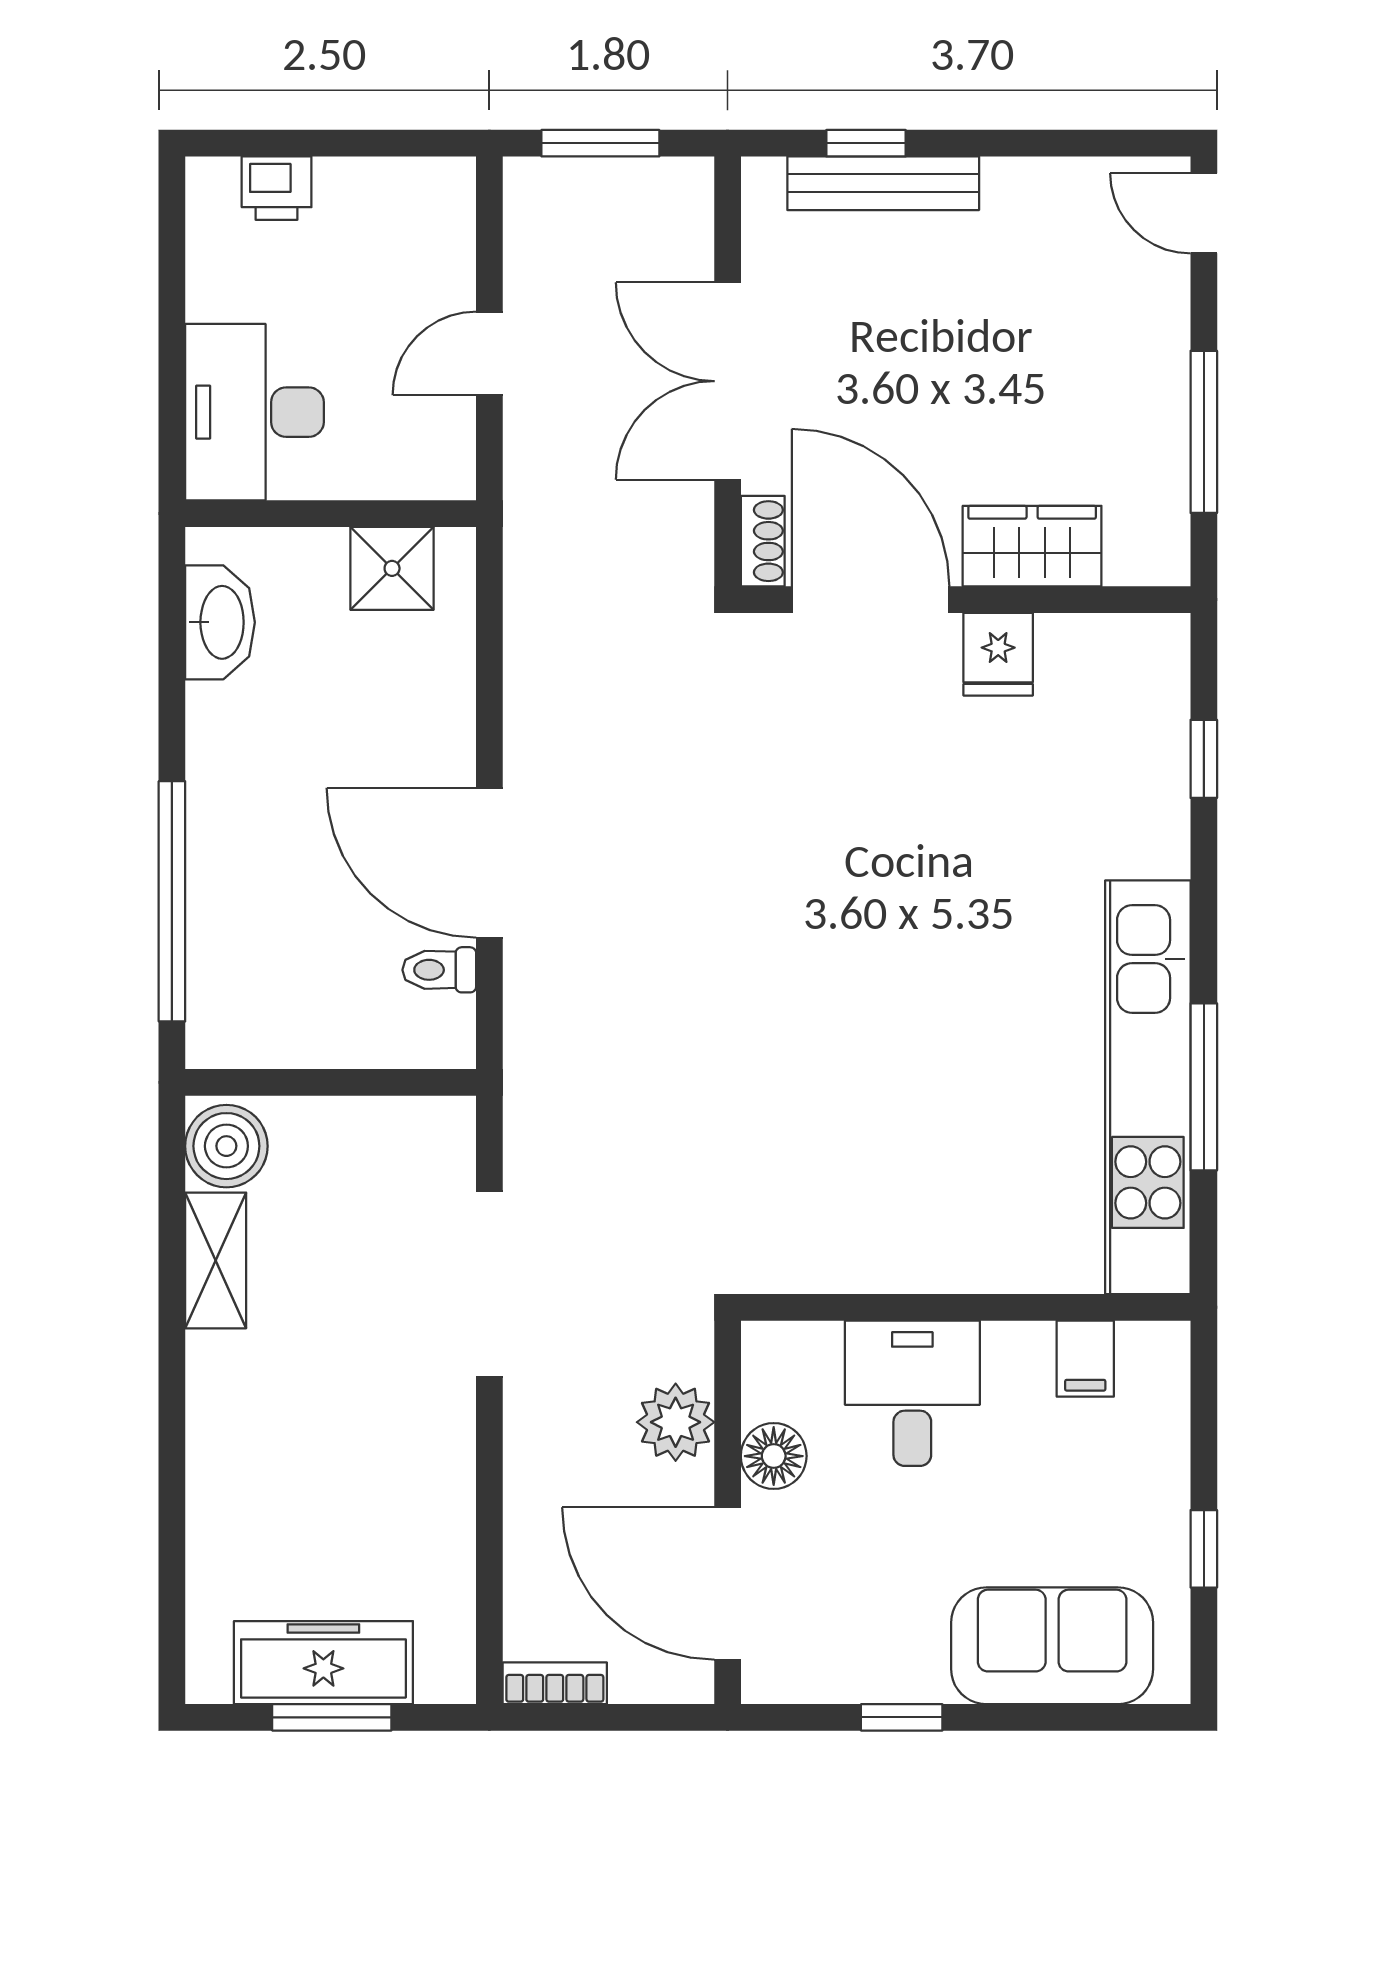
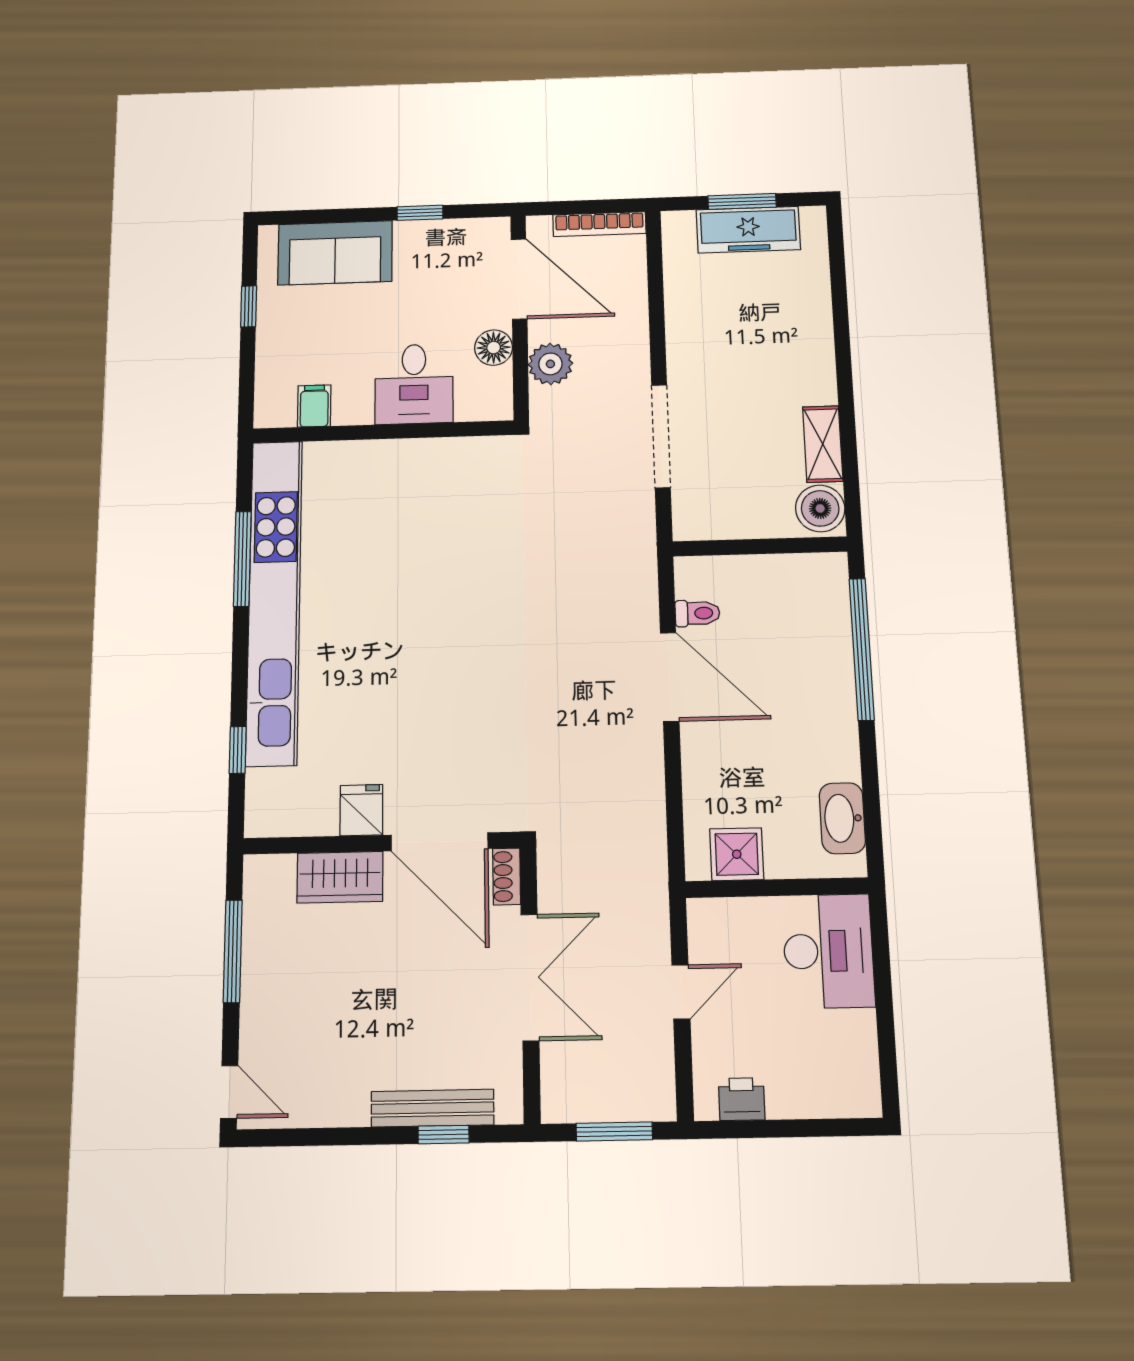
printer: (277, 188) -> (742, 1099), moved
kitchen unit: (1148, 1087) -> (274, 601), width x1.36
bookcase: (555, 1683) -> (599, 224), width x1.56

